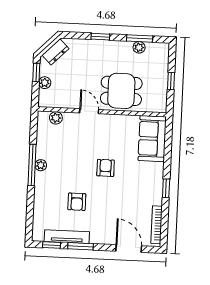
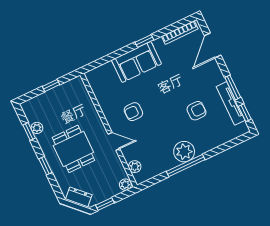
window: (140, 38) -> (29, 132), width x0.67
plant: (45, 83) -> (125, 185), moved
dining table: (121, 91) -> (73, 149), moved
door: (89, 111) -> (114, 141), swing flipped
sofa: (152, 139) -> (136, 62), moved
plant: (41, 165) -> (184, 152), width x1.87, depth x1.87
armchair: (106, 168) -> (133, 112), moved

